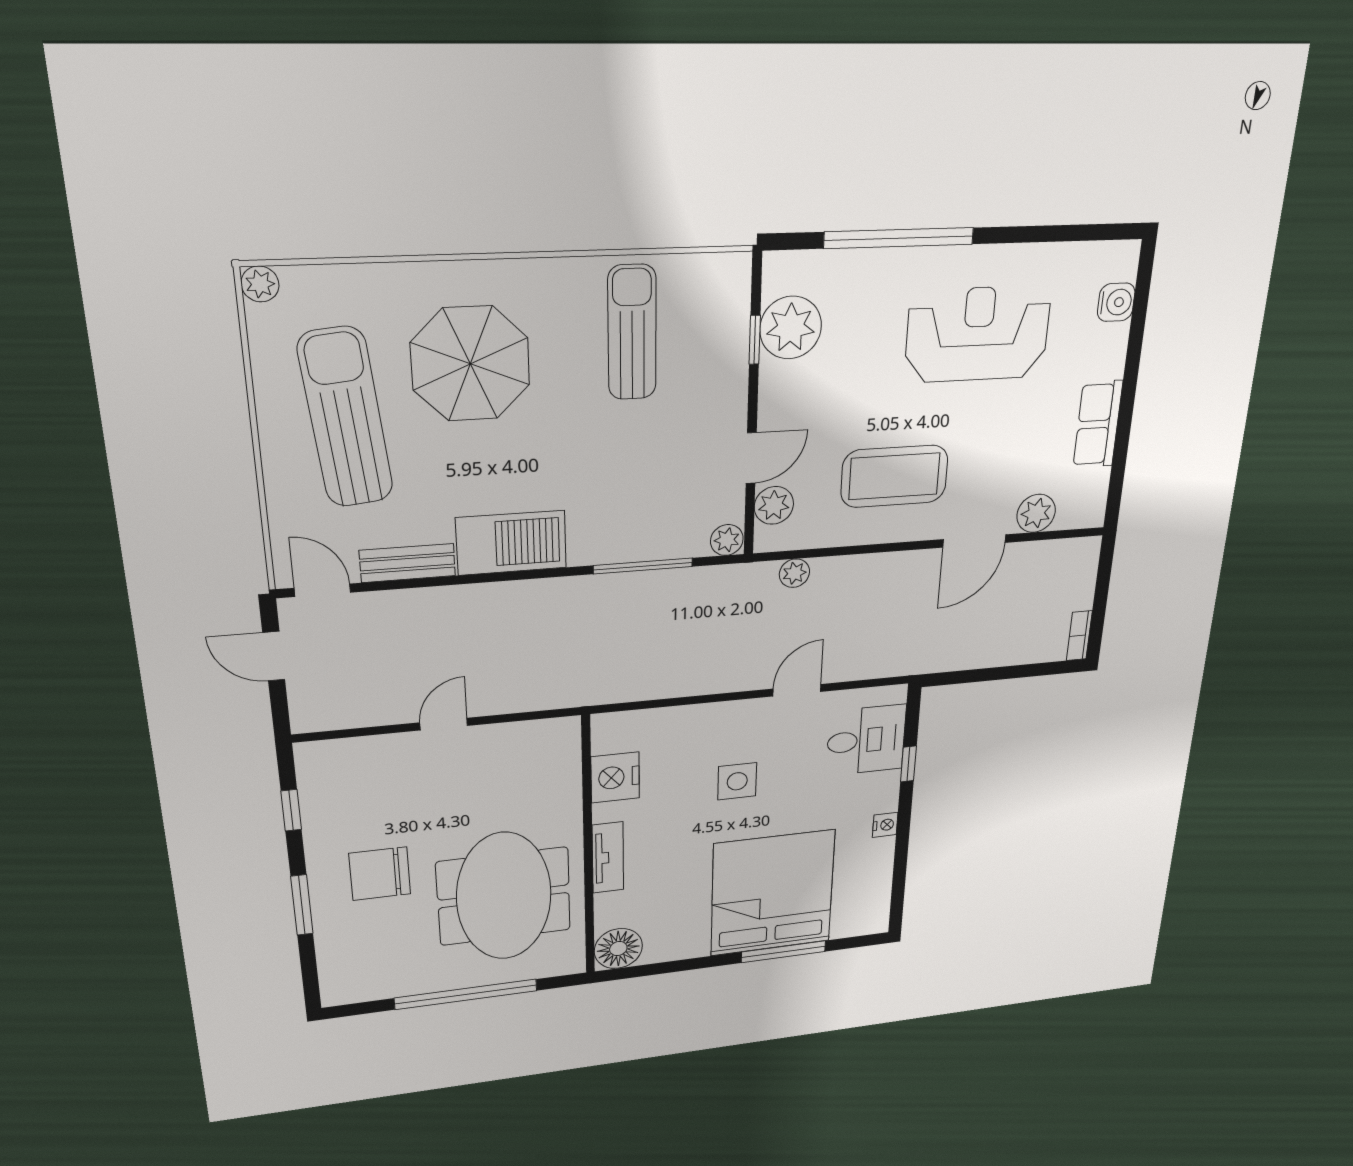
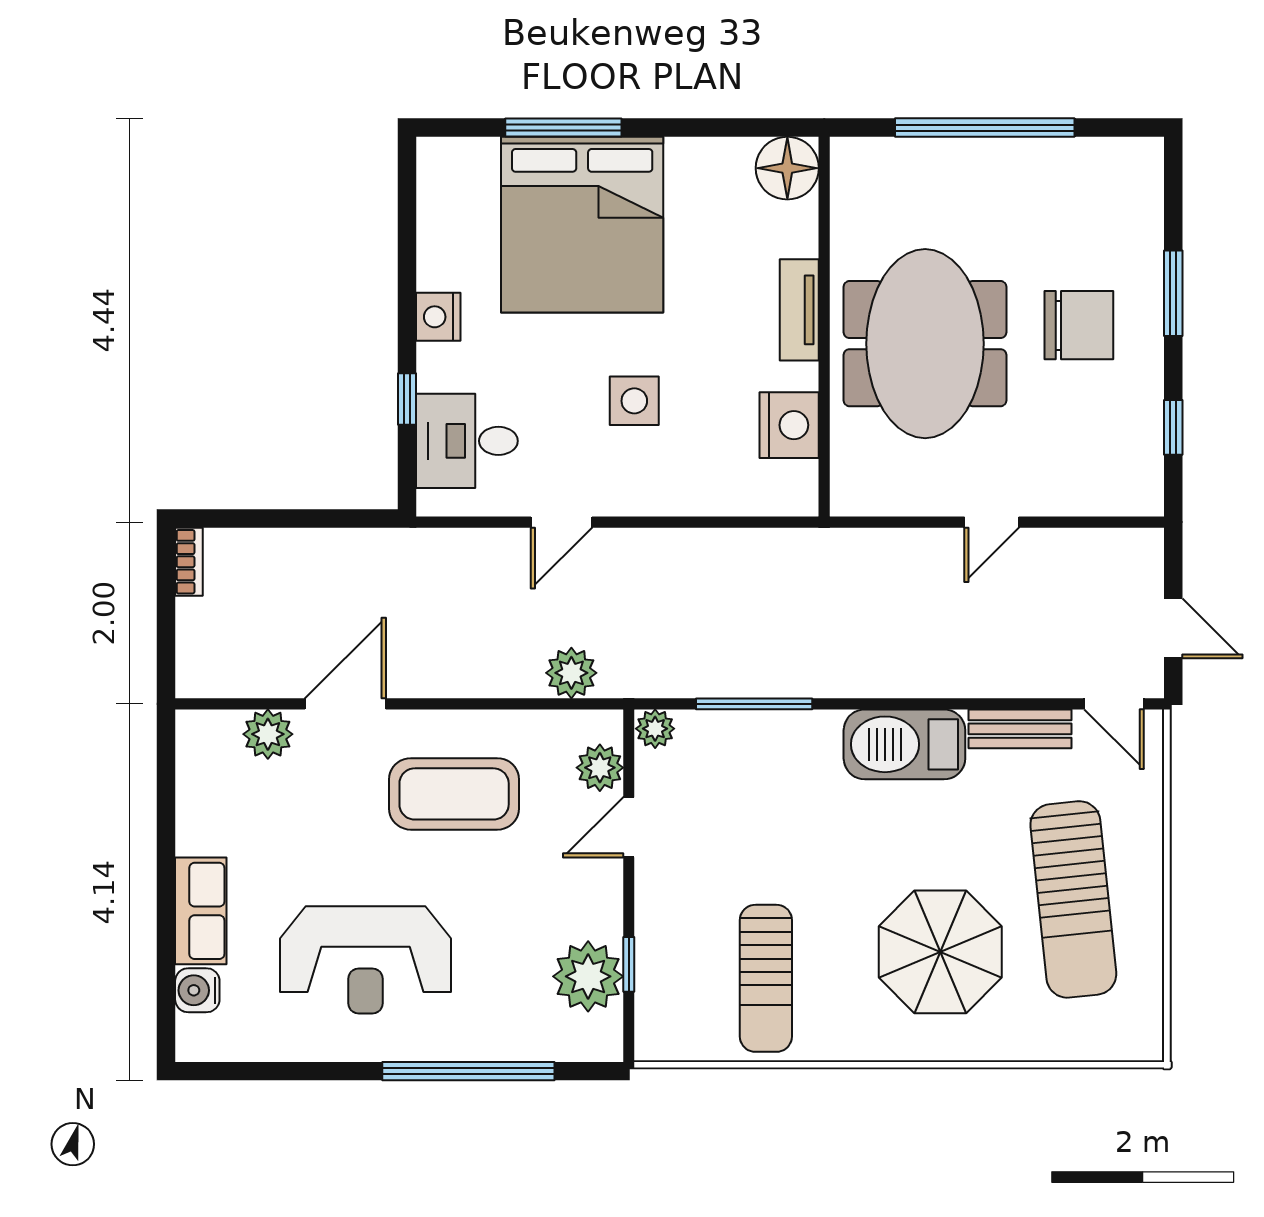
plant: (260, 284) -> (1146, 1044), removed
row of seats: (1098, 424) -> (201, 911), moved
plant: (794, 573) -> (571, 673), width x1.38, depth x1.38
nightstand: (885, 825) -> (438, 317), width x1.39, depth x1.35
meeting table: (504, 896) -> (925, 344), moved

